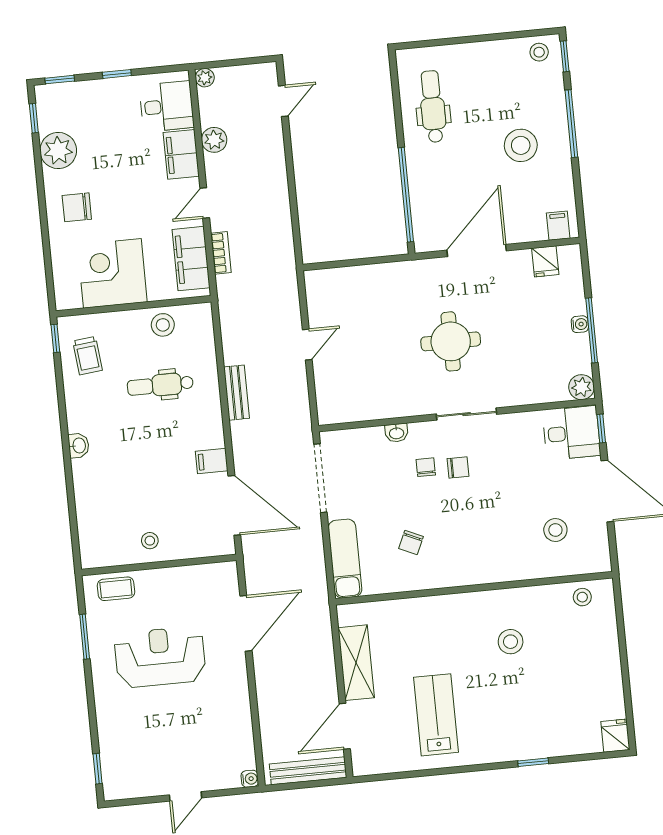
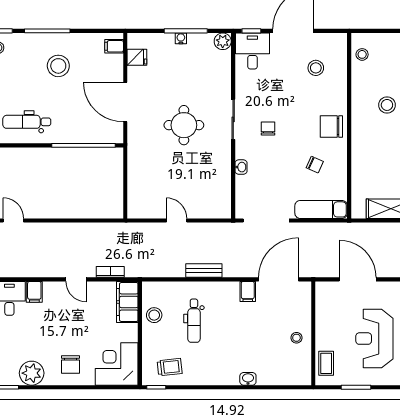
plant: (214, 140) -> (35, 269), removed
filing cabinet: (181, 154) -> (34, 292), width x0.50
filing cabinet: (191, 259) -> (127, 302), moved, turned 90
corner desk: (112, 273) -> (117, 364), moved, turned 90
washbasin: (79, 446) -> (248, 379), moved
chair: (426, 467) -> (331, 126), moved, width x1.87, depth x1.87

